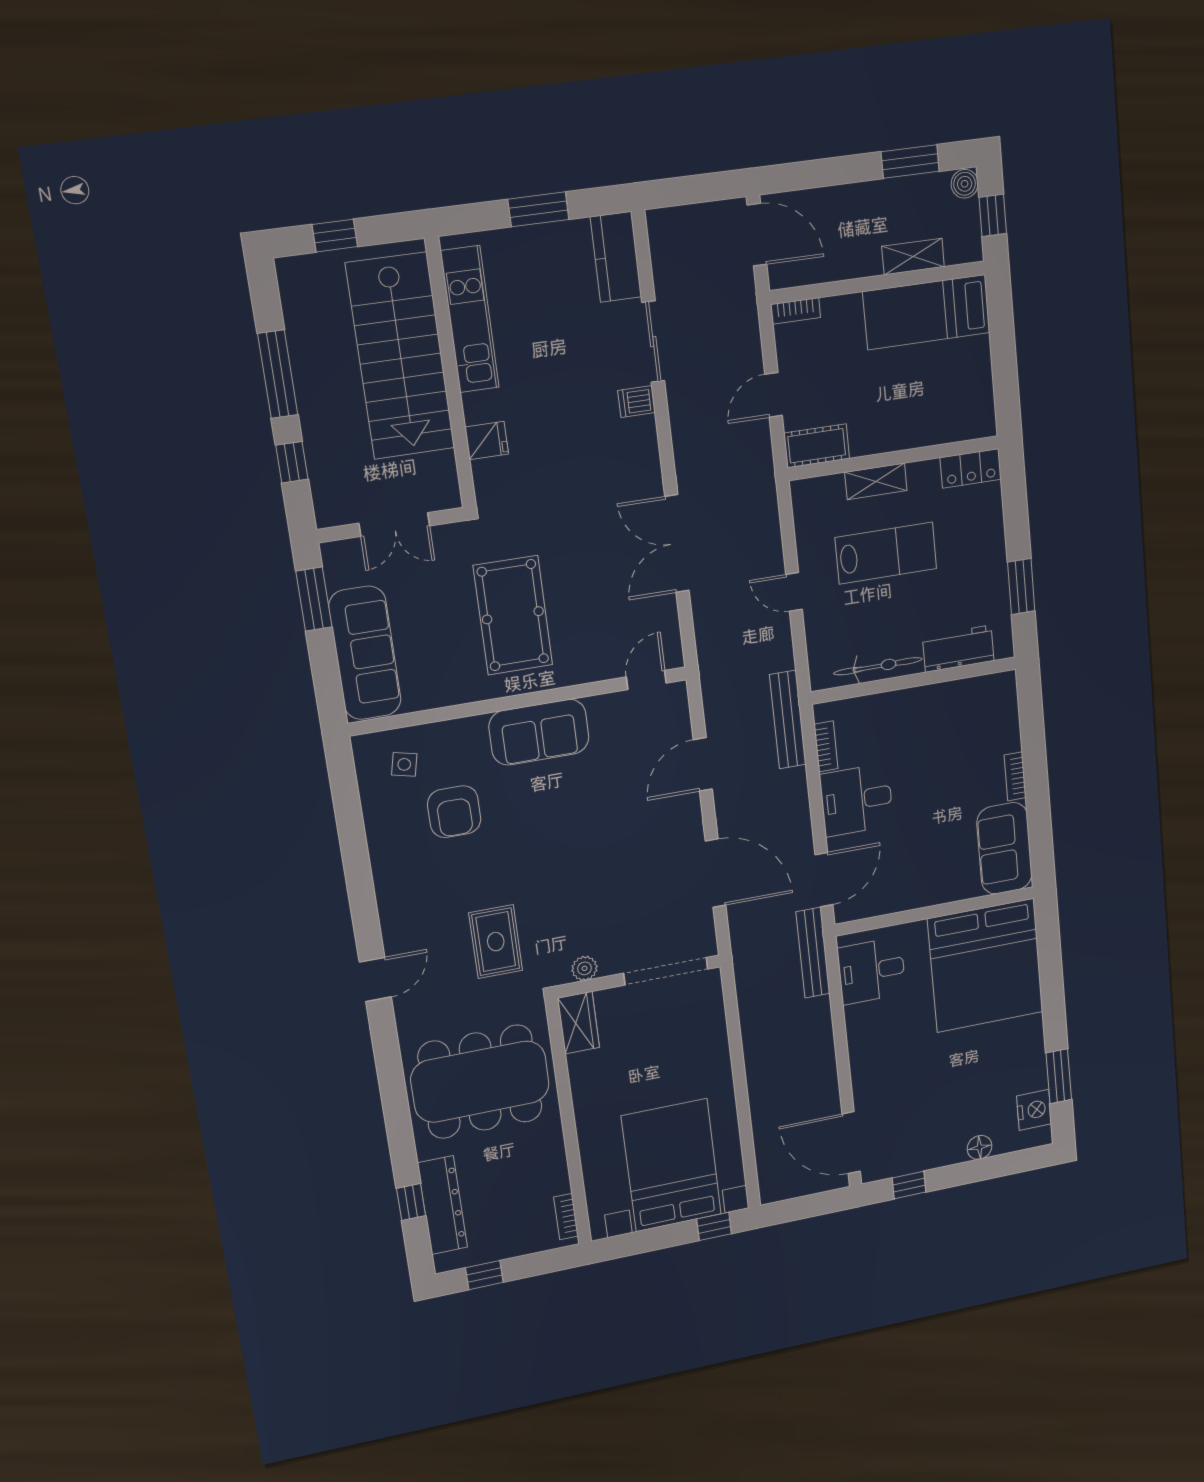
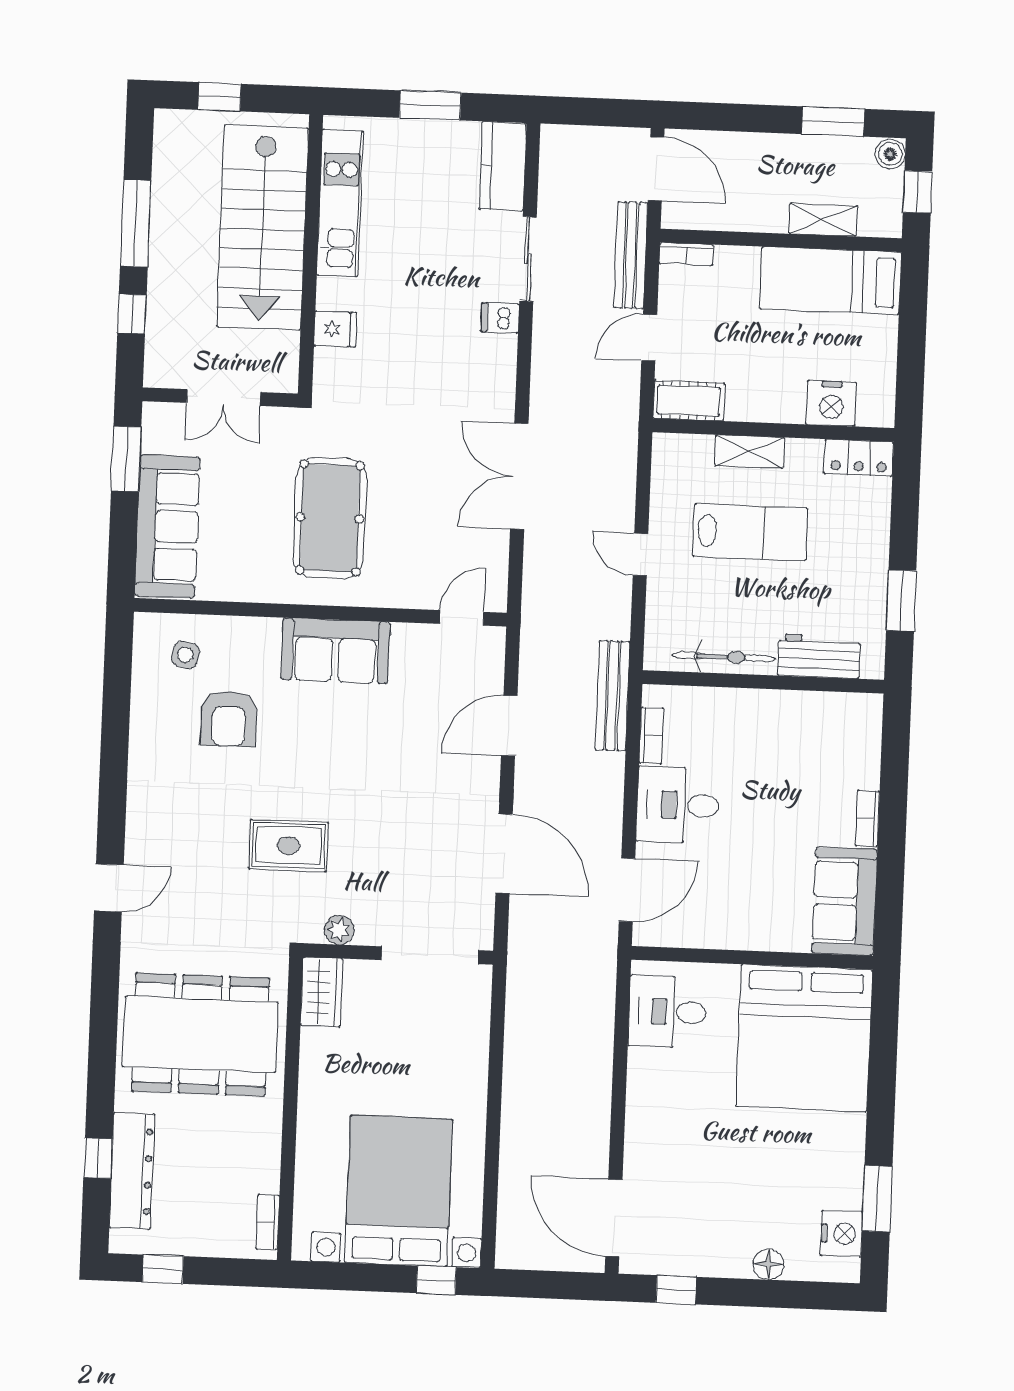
nightstand: (941, 424) -> (831, 403), added
rug: (496, 942) -> (288, 845), moved, turned 90
bench: (813, 953) -> (631, 255), moved

